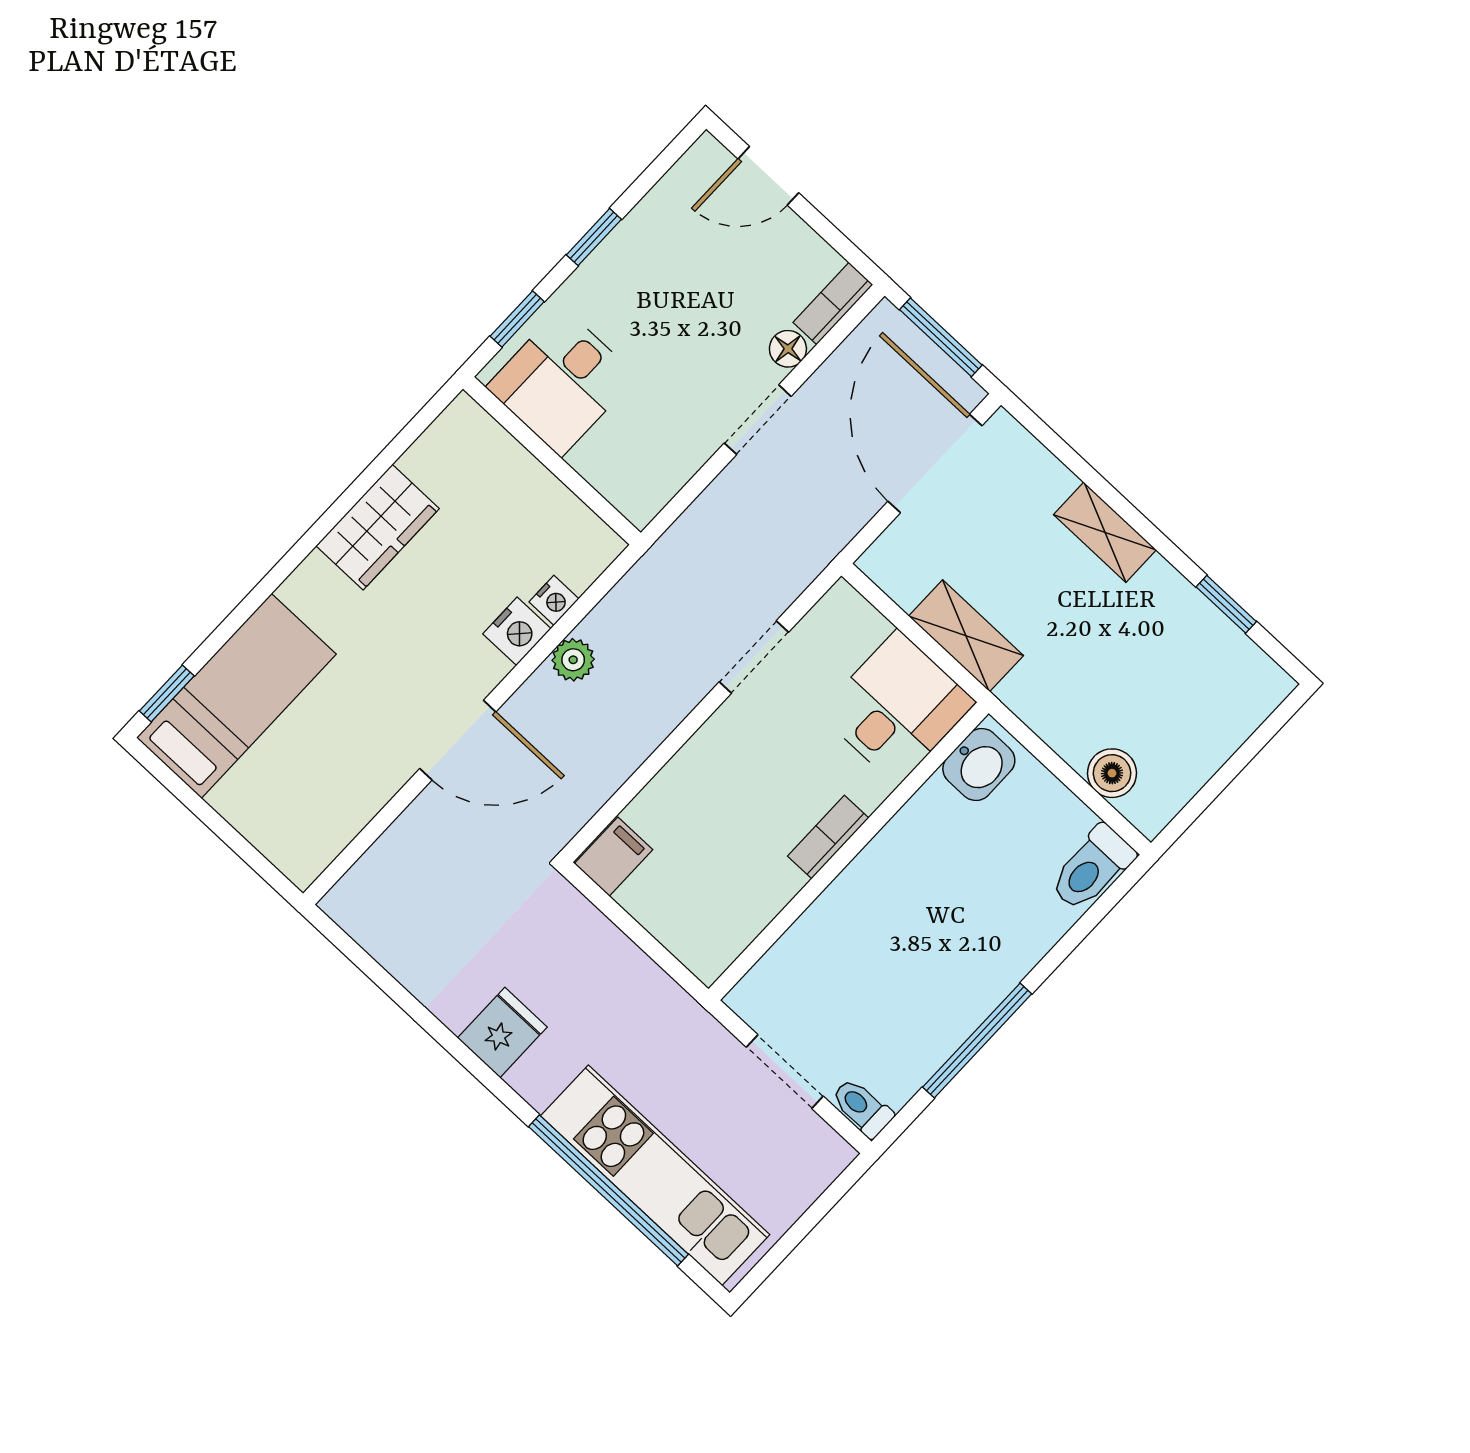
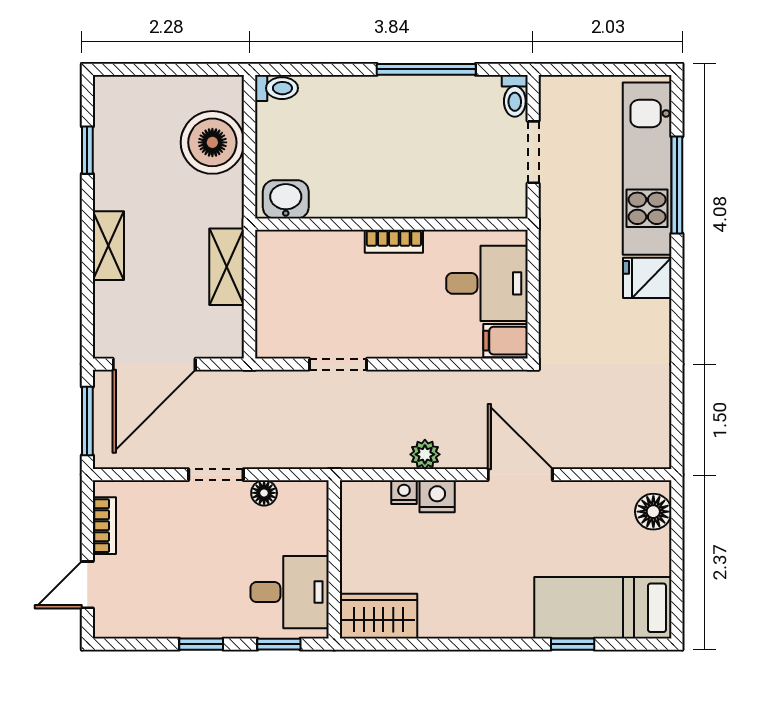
door: (768, 176) -> (87, 585), swing flipped
bookcase: (833, 304) -> (104, 526), moved, turned -90
floor lamp: (788, 349) -> (264, 493), moved
wardrobe: (378, 527) -> (379, 616), moved
window: (167, 693) -> (573, 644), moved
desk: (897, 707) -> (487, 283), moved, turned 180
boiler: (1112, 773) -> (212, 142), width x1.86, depth x1.86
floor lamp: (288, 844) -> (653, 512), added
toilet: (1092, 868) -> (276, 88), width x0.73, depth x0.72
fridge: (502, 1033) -> (647, 278), moved
window: (608, 1190) -> (677, 185), width x0.68

